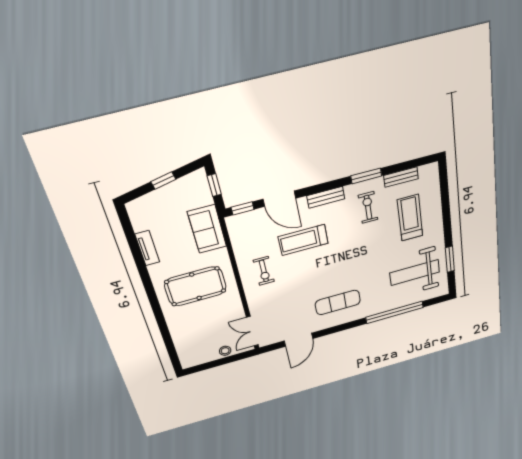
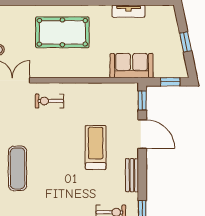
door: (279, 199) -> (142, 134), swing flipped
exercise bike: (264, 271) -> (49, 101), moved
pool table: (195, 286) -> (62, 32), moved, turned 90

